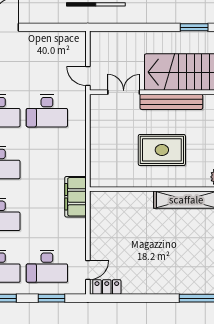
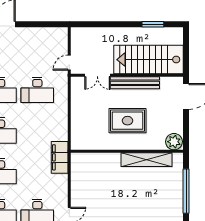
door: (88, 76) -> (69, 63), hinge flipped
double door: (124, 92) -> (97, 75), swing flipped

